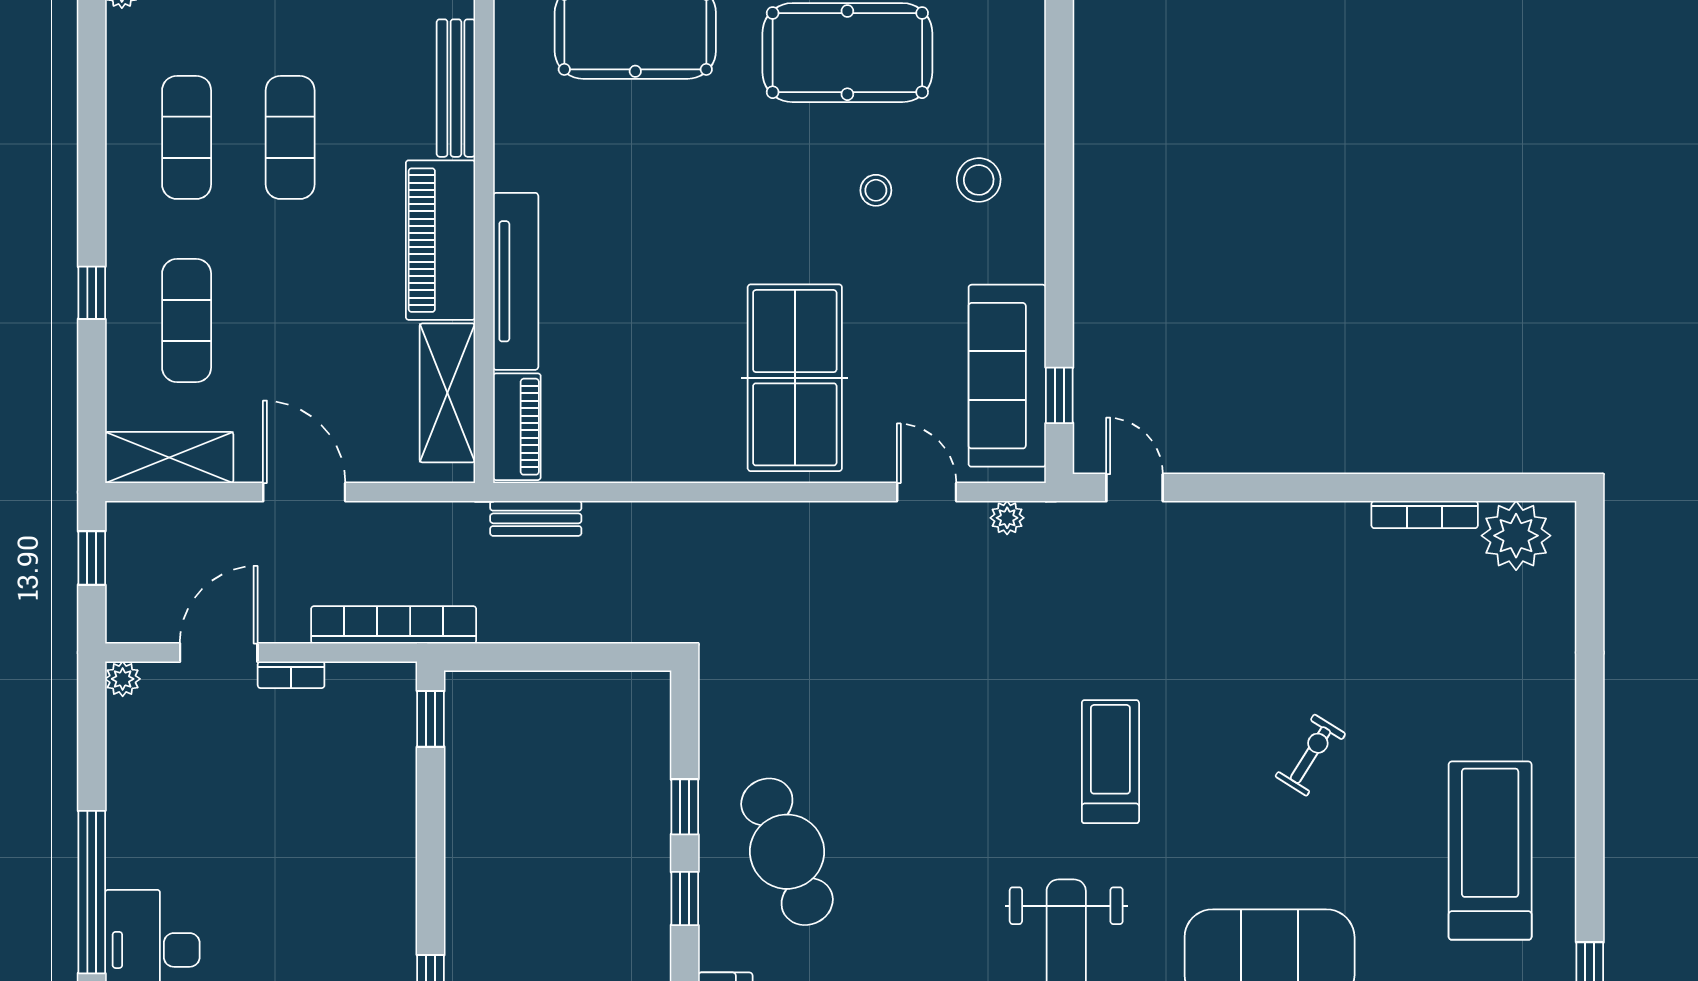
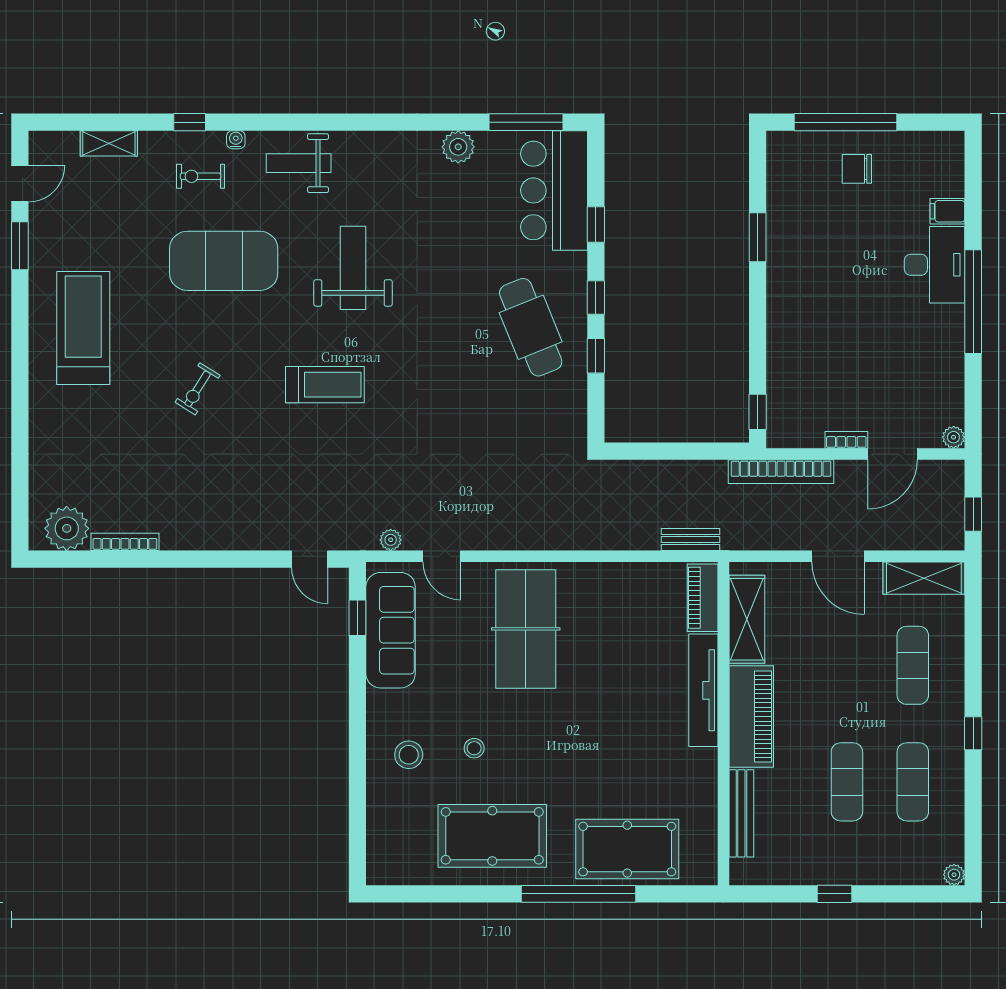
window: (92, 293) -> (973, 733), moved
treadmill: (1110, 762) -> (325, 385), turned -90
treadmill: (1490, 851) -> (83, 328), turned 180

